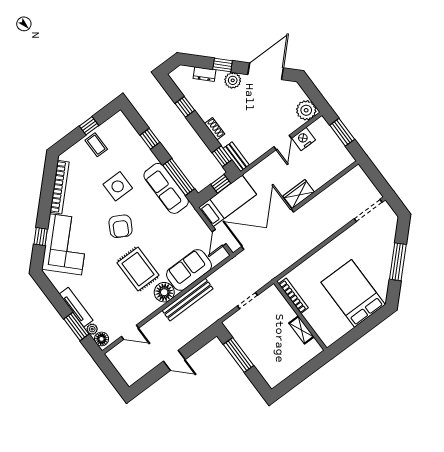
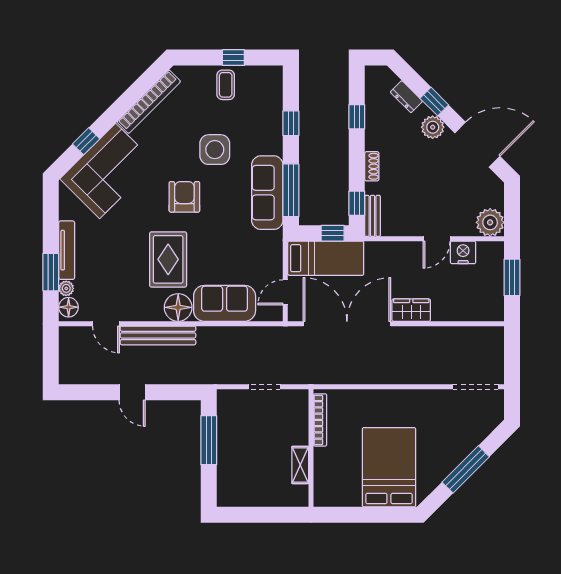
armchair: (121, 226) -> (184, 197), turned 151
bench: (188, 300) -> (158, 335), moved

